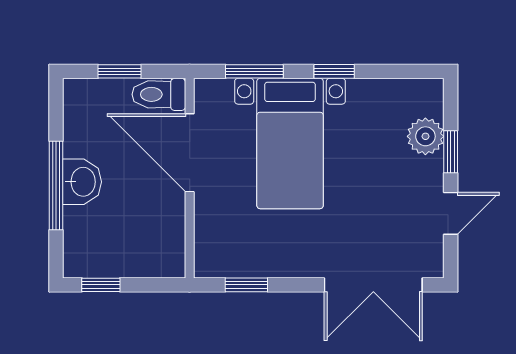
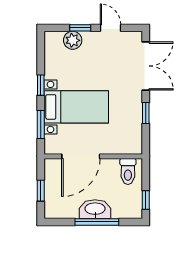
toilet: (159, 94) -> (128, 171), moved
washbasin: (82, 182) -> (95, 209), width x1.38
window: (246, 285) -> (146, 113), moved

